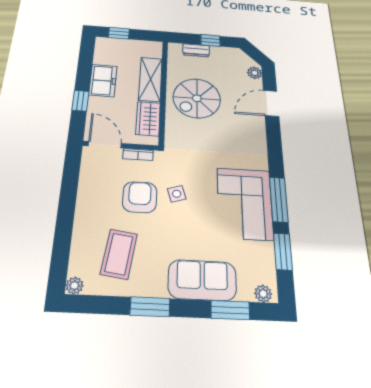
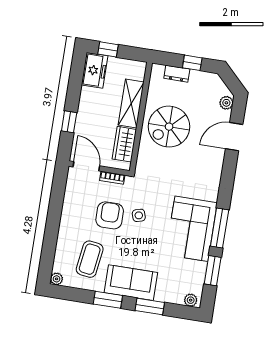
freezer: (103, 80) -> (95, 70), moved
sofa: (202, 280) -> (131, 283), moved
window: (230, 310) -> (150, 306), moved

